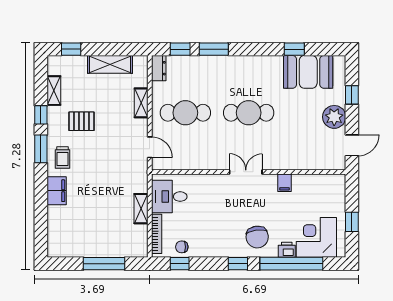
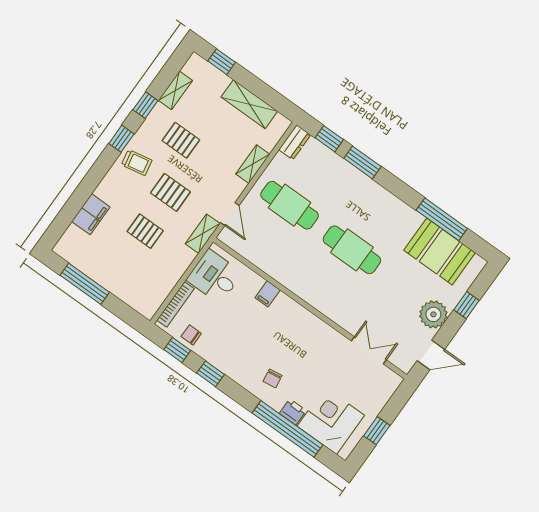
window: (294, 49) -> (442, 219), width x2.17
window: (41, 149) -> (121, 139), width x0.67
trolley: (63, 158) -> (137, 163), turned -101
pallet: (99, 161) -> (170, 192), added
double door: (246, 172) -> (369, 350), moved
filing cabinet: (284, 183) -> (268, 294), moved
filing cabinet: (57, 191) -> (91, 214), moved
pallet: (101, 199) -> (145, 231), added
shelving: (141, 209) -> (203, 234), moved
chair: (257, 237) -> (273, 378), width x0.54, depth x0.54
window: (104, 264) -> (85, 284), moved
window: (238, 264) -> (211, 374), moved

